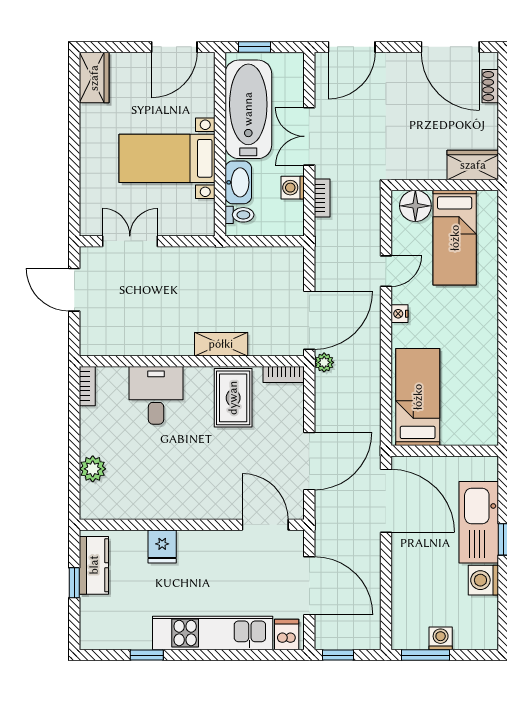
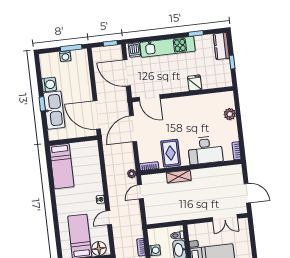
door: (309, 320) -> (140, 192), width x0.53
desk: (156, 395) -> (205, 150), width x1.37
bed: (418, 397) -> (62, 166), moved
kitchen counter: (94, 565) -> (221, 46), moved

